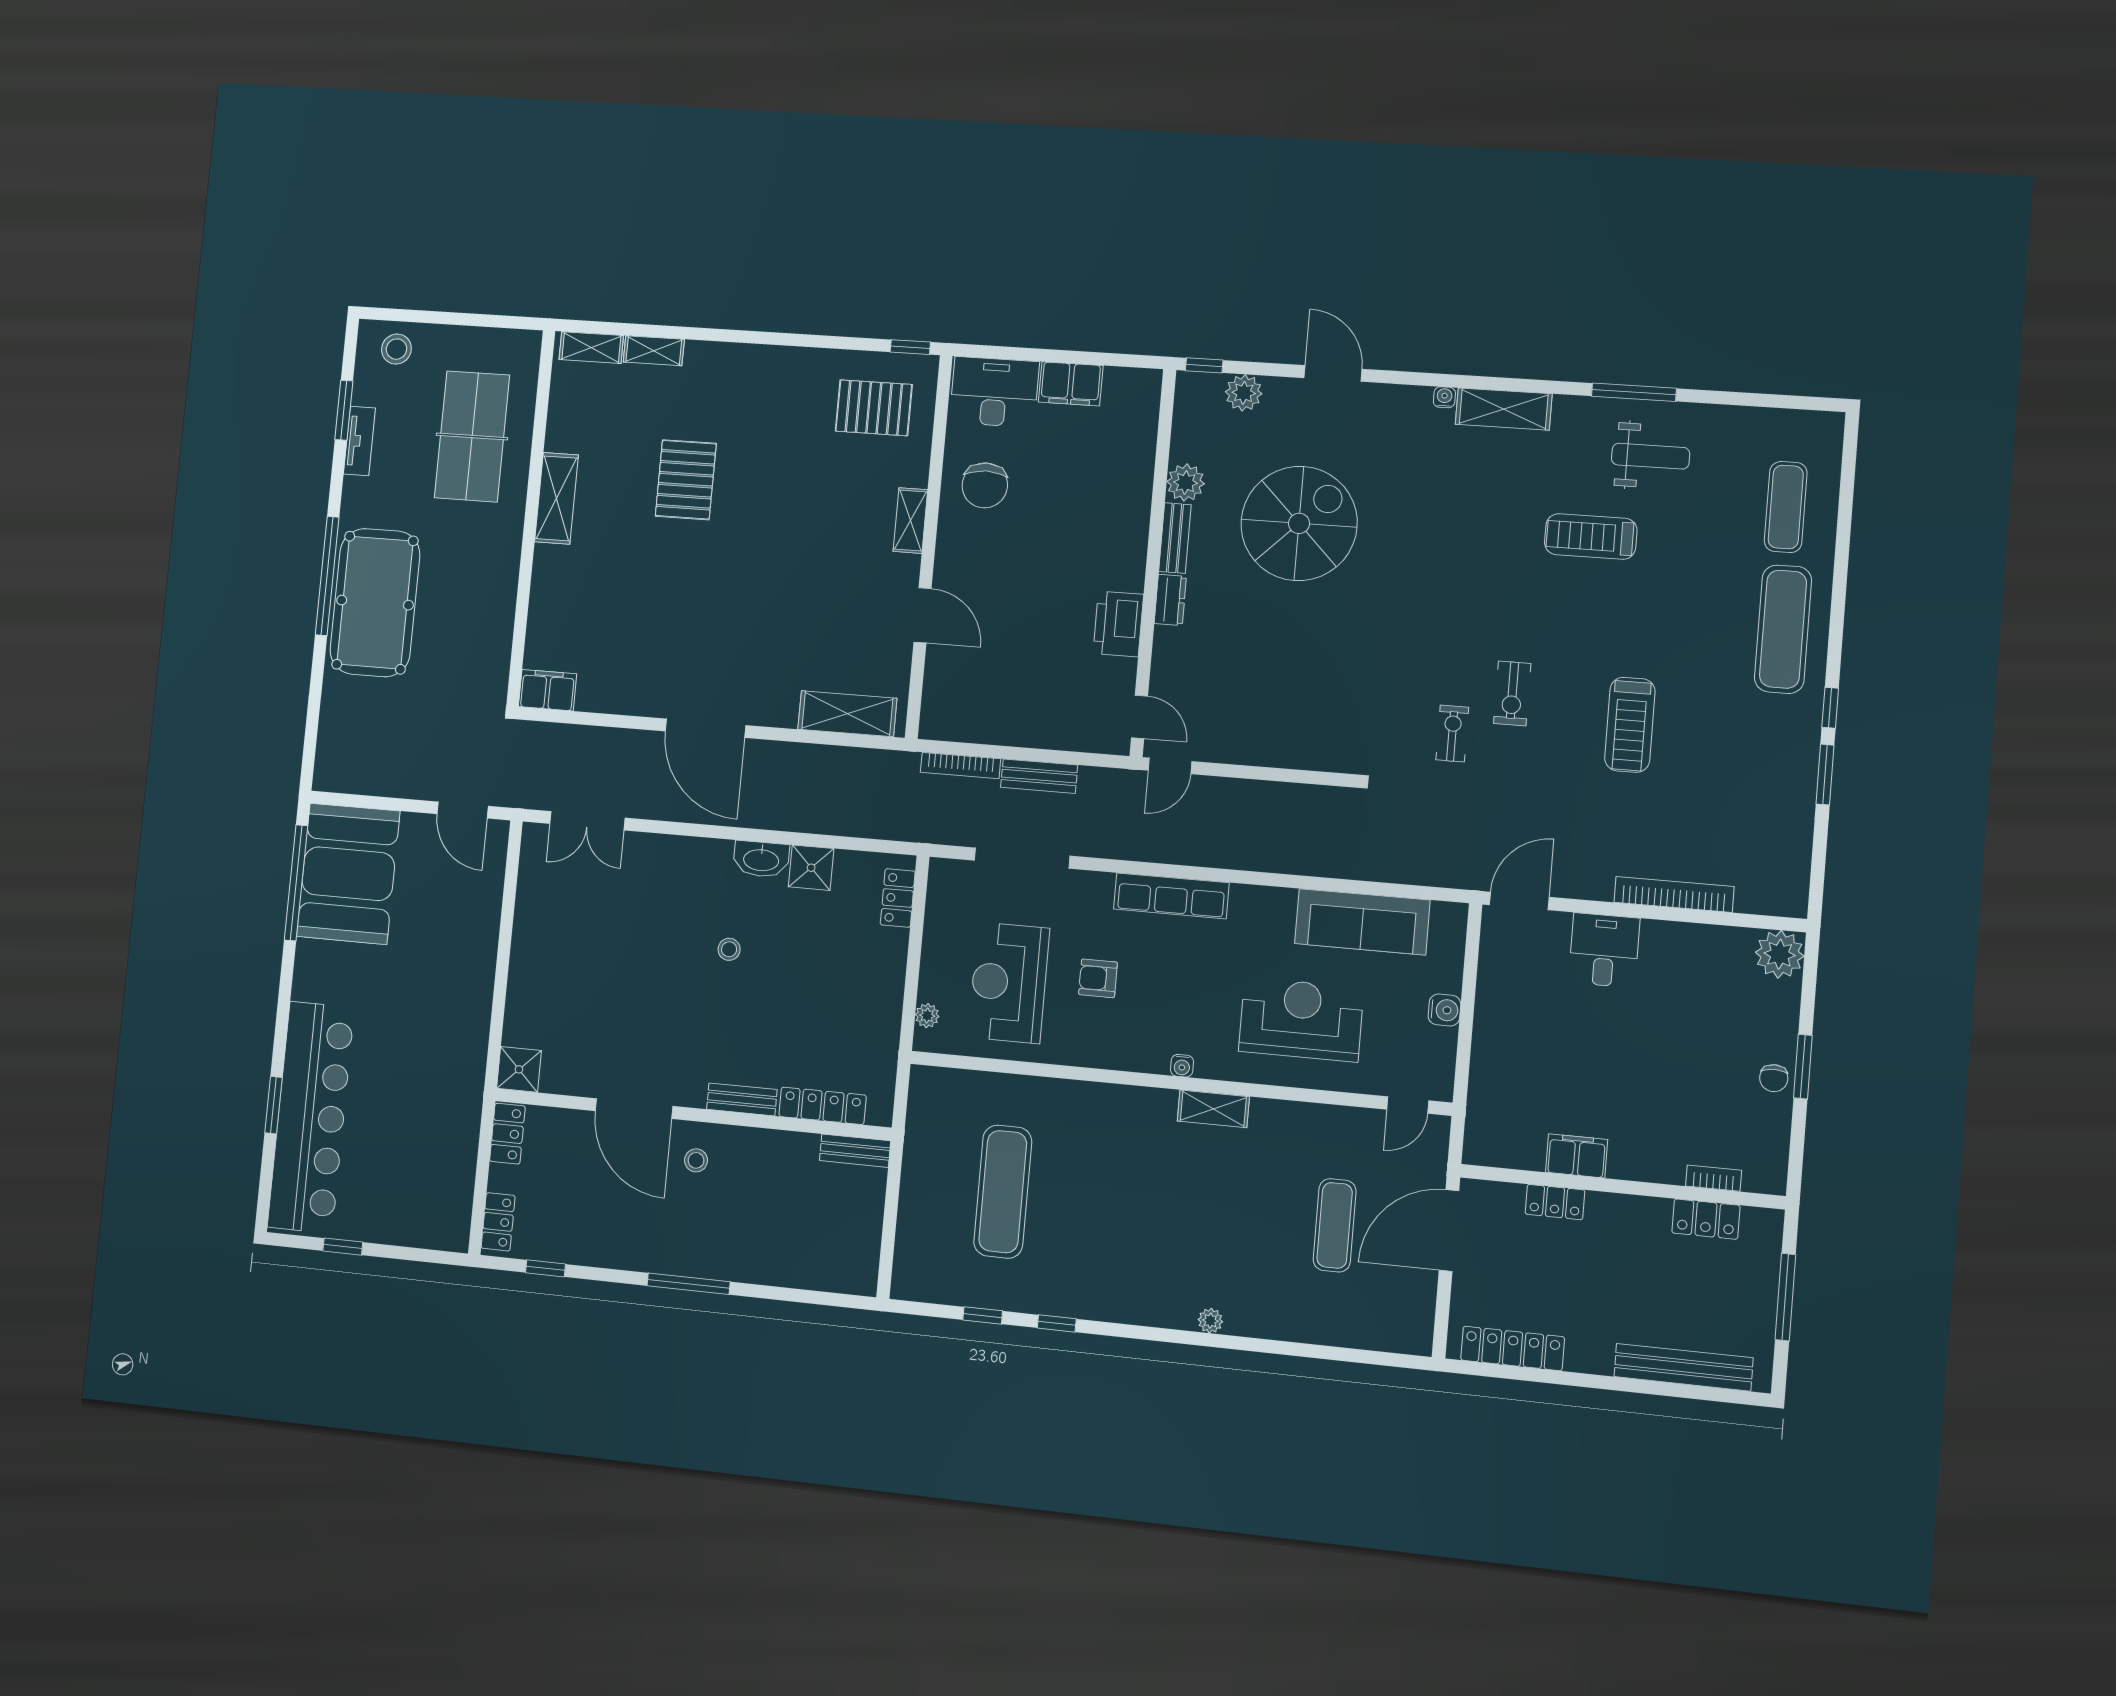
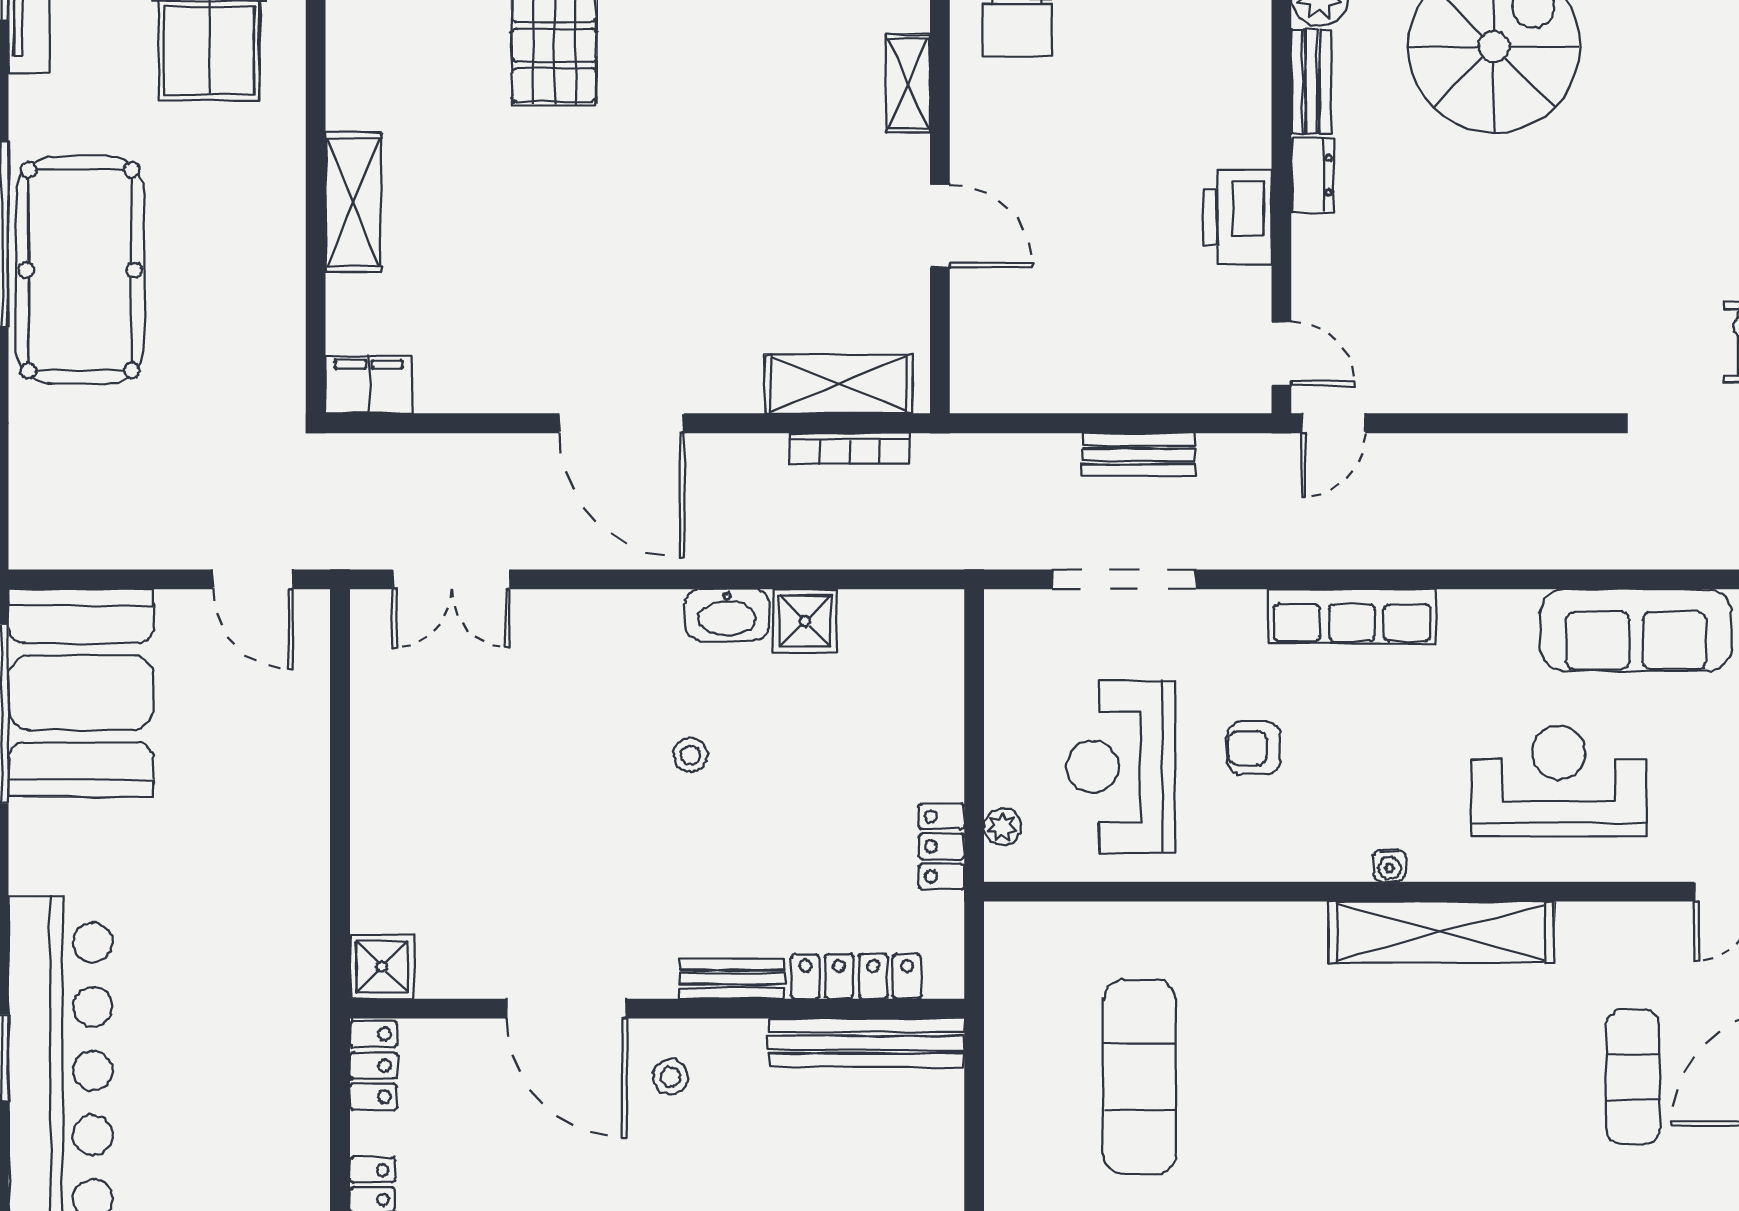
shelving: (556, 498) -> (353, 202), moved
bookcase: (961, 766) -> (850, 448), moved
locker: (898, 898) -> (942, 846), moved
shelving: (1213, 1109) -> (1441, 932), width x2.20, depth x1.33
bench: (855, 1151) -> (866, 1043), width x1.86, depth x1.21

